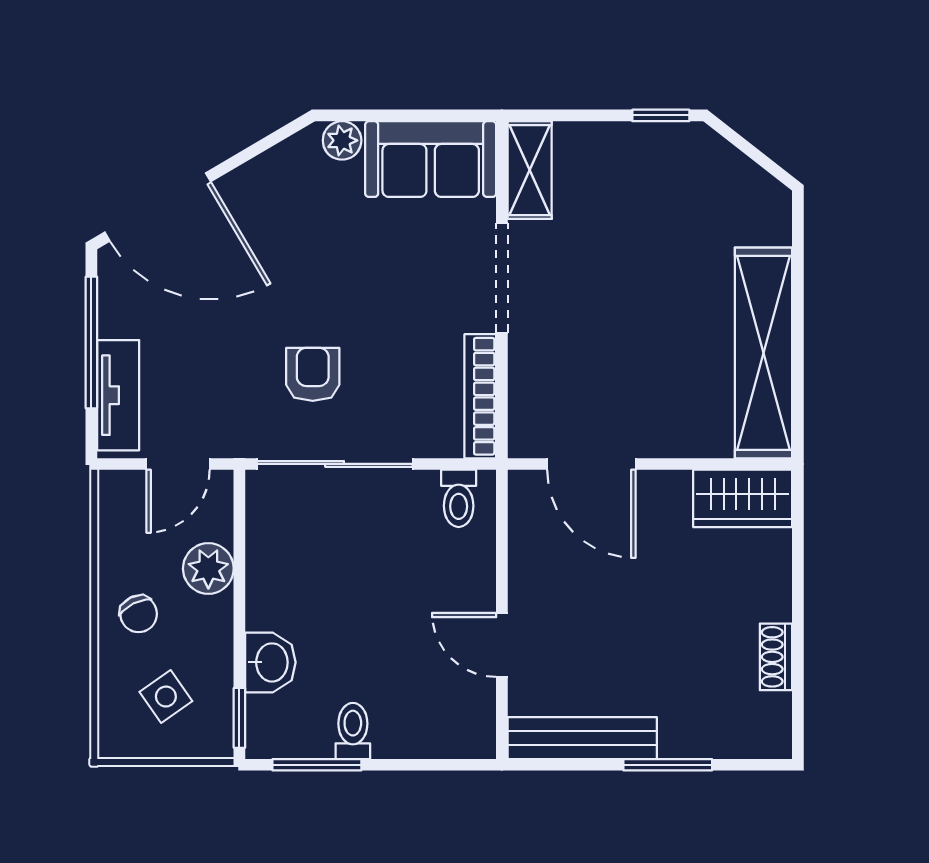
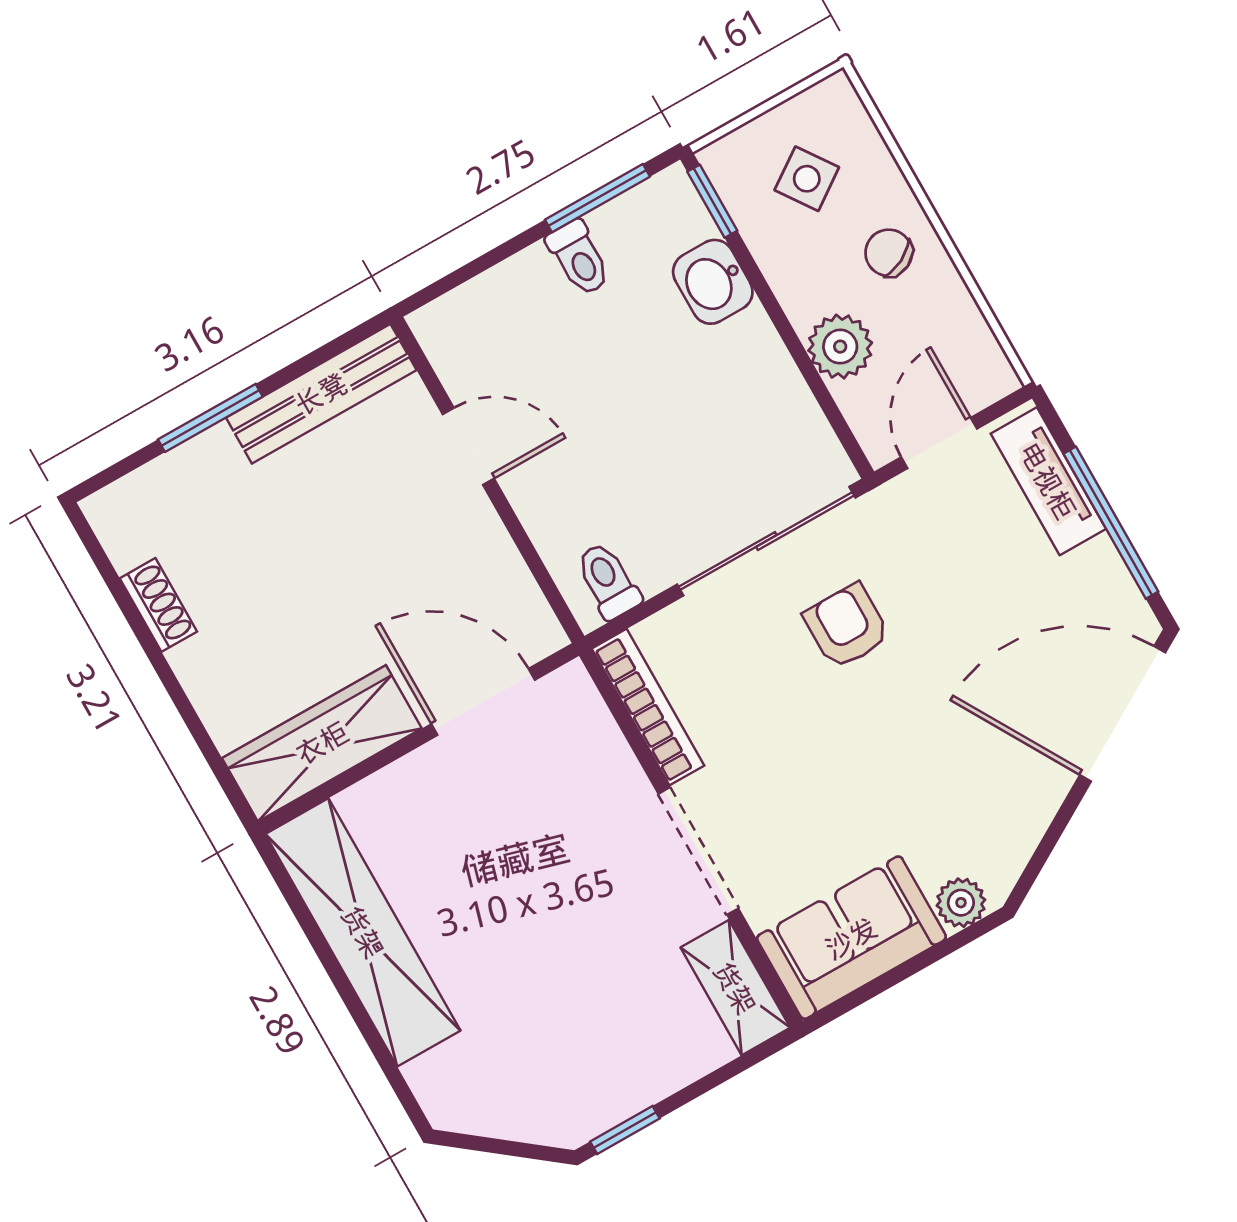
armchair: (313, 374) -> (847, 626), turned 180
wardrobe: (743, 498) -> (322, 743), width x1.50

